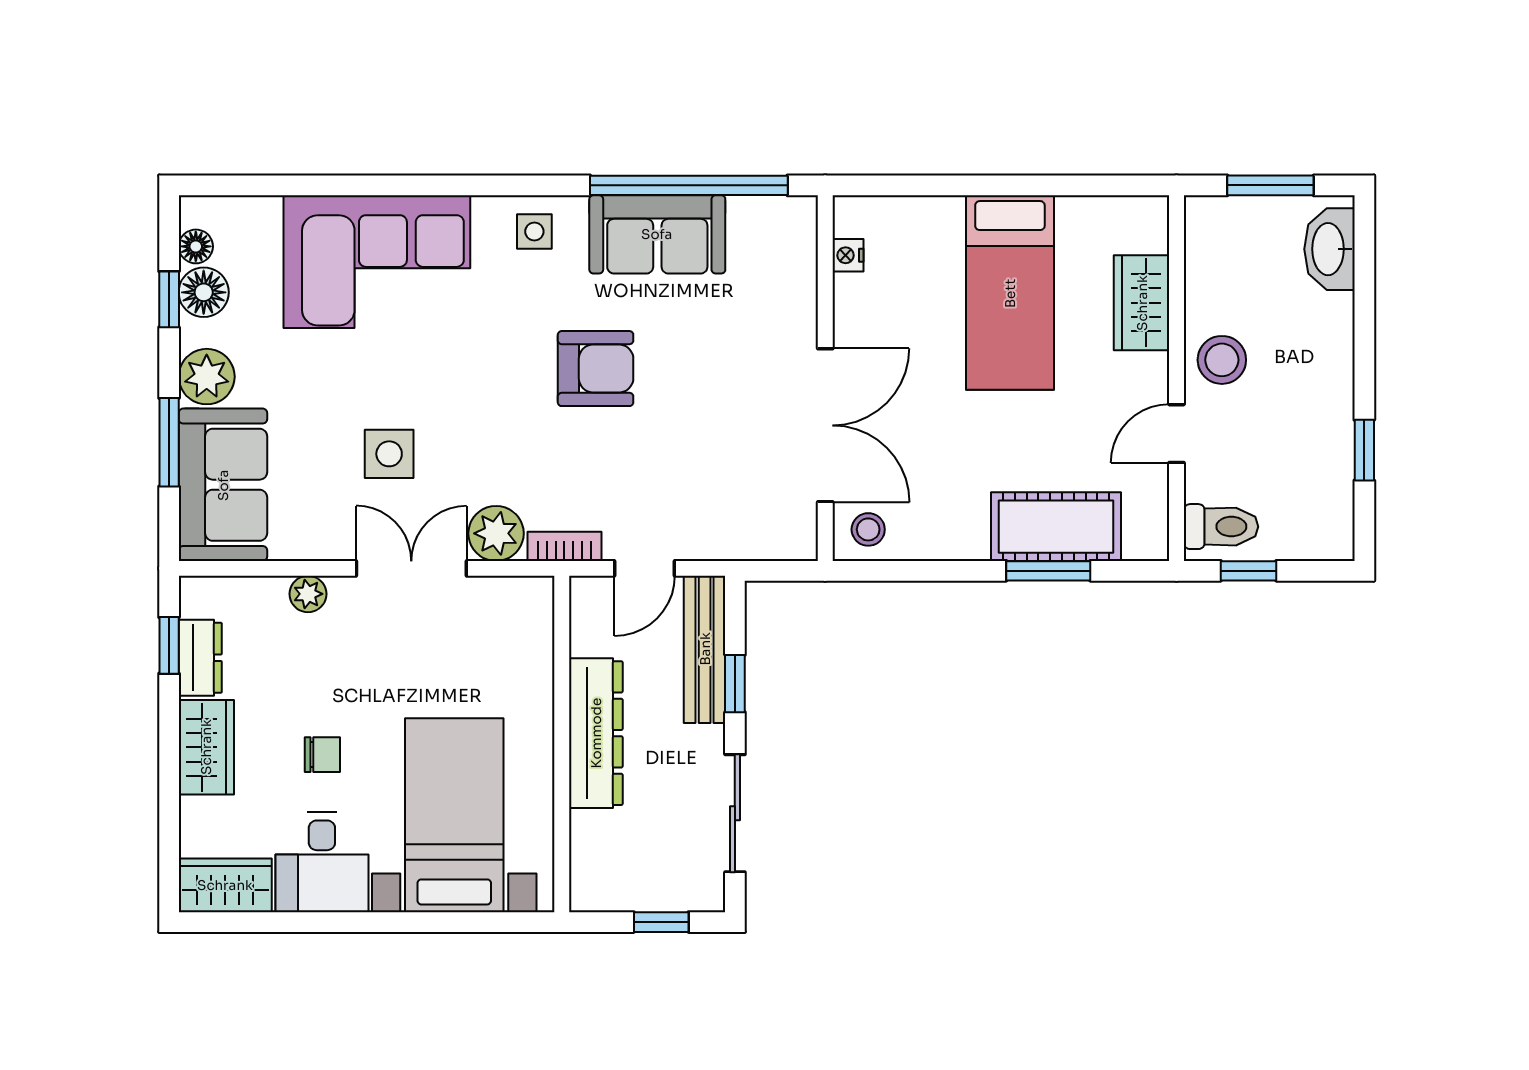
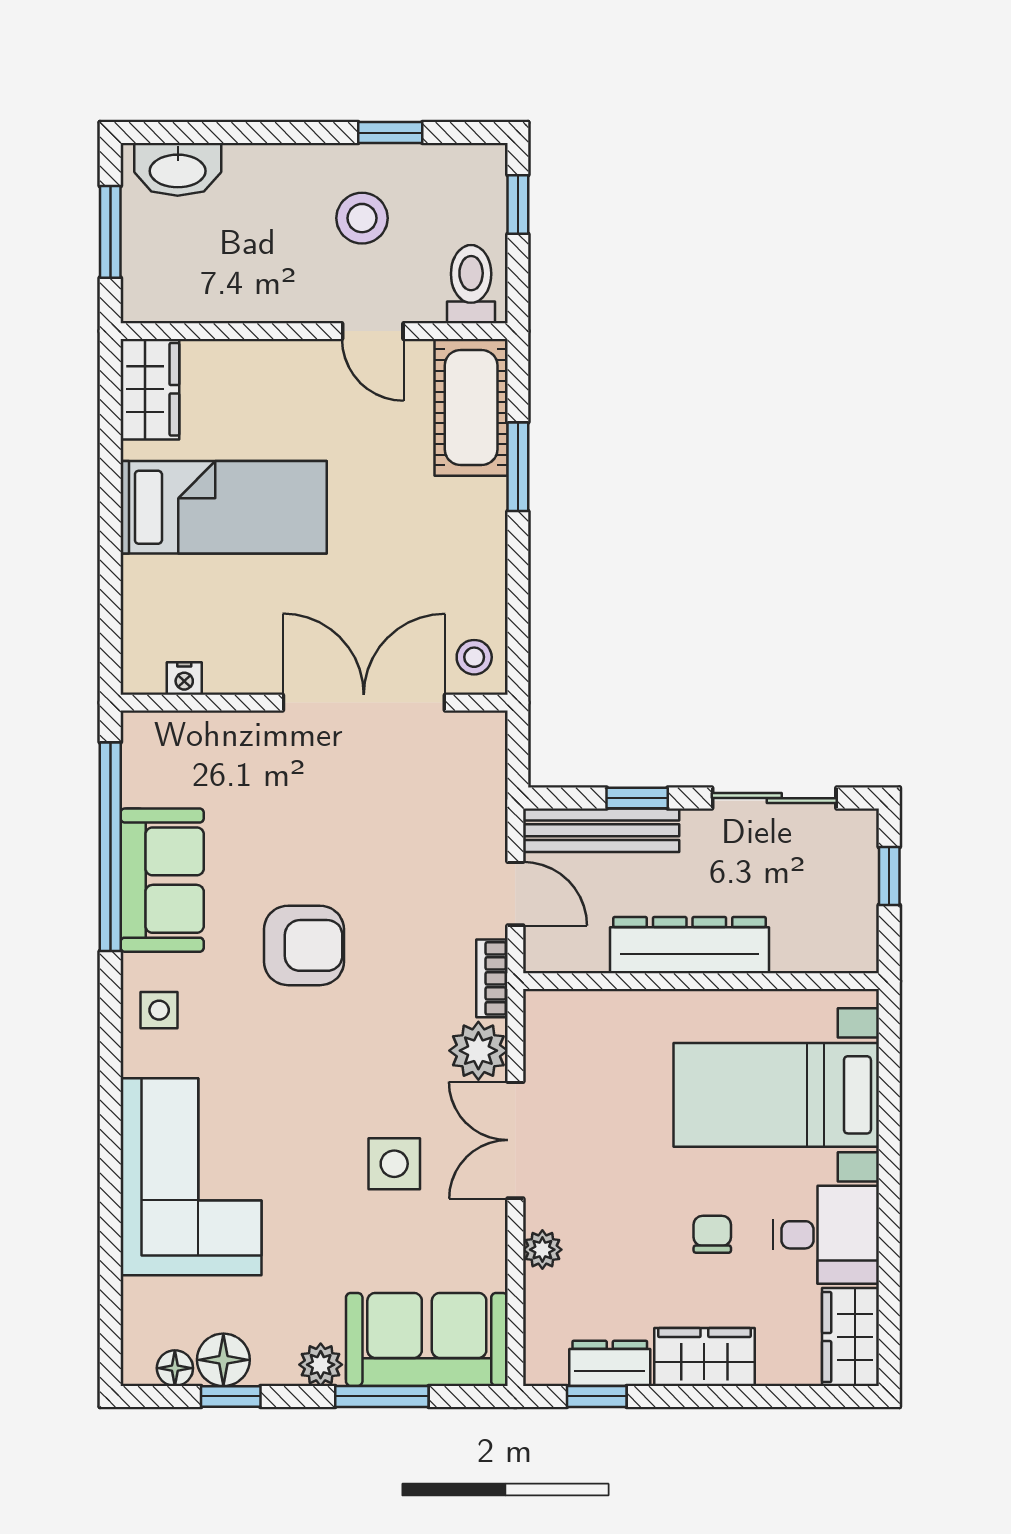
wardrobe: (1142, 303) -> (150, 389), moved, turned -90
stool: (1222, 360) -> (362, 218), moved
armchair: (596, 369) -> (304, 945), turned 90
plant: (207, 377) -> (321, 1365), width x0.73, depth x0.73
cot: (1056, 527) -> (471, 407), moved
window: (1249, 571) -> (518, 204), moved

